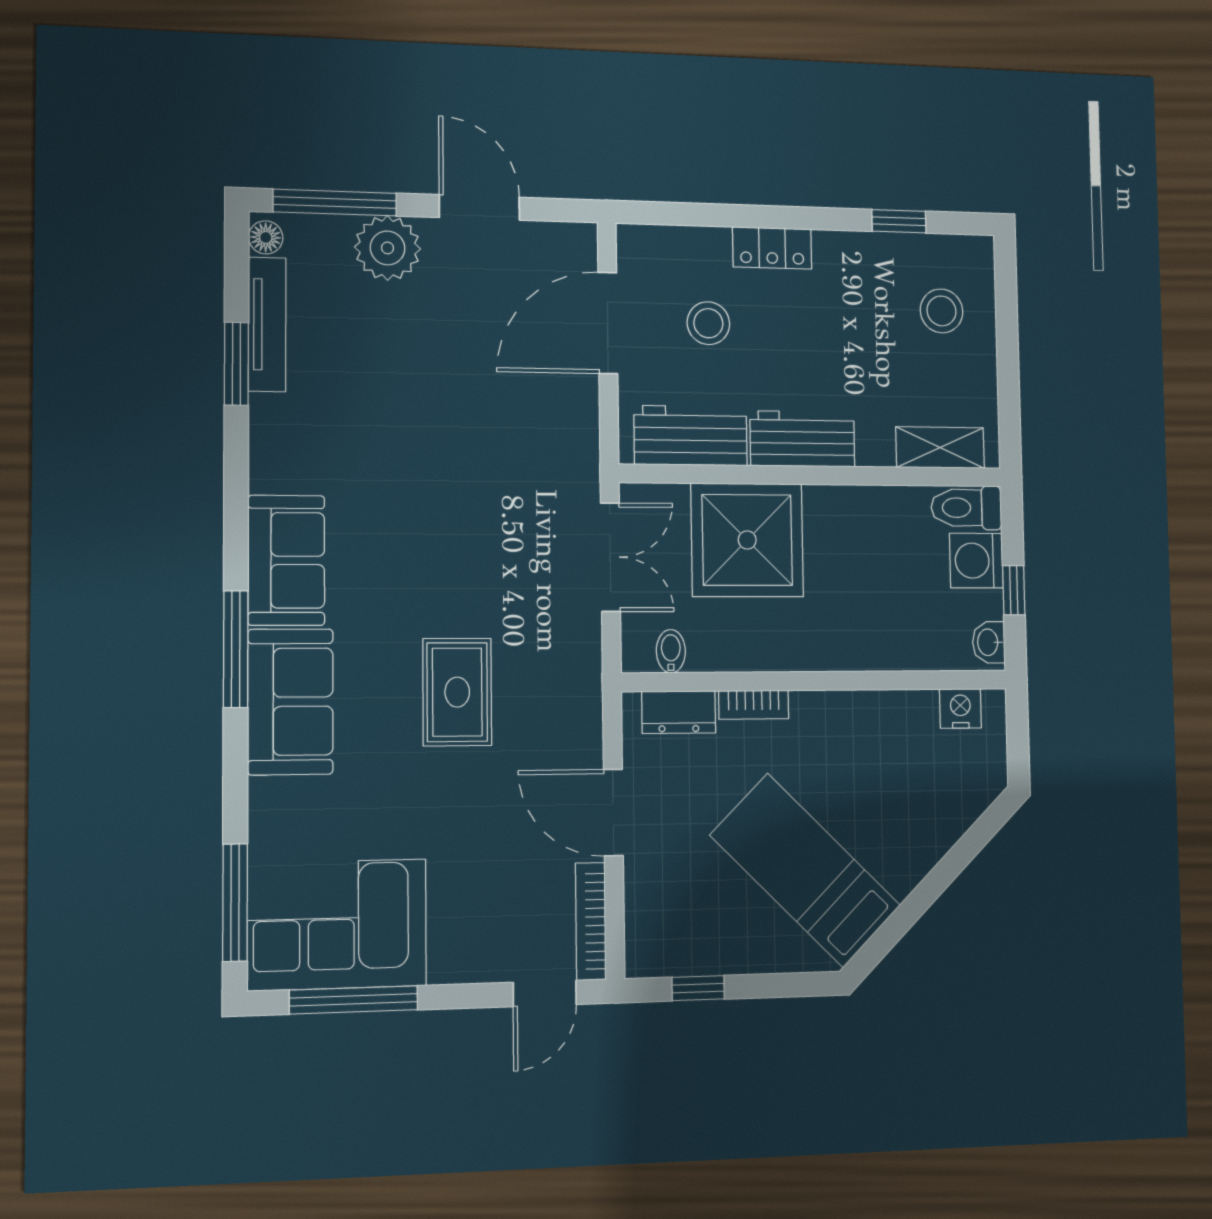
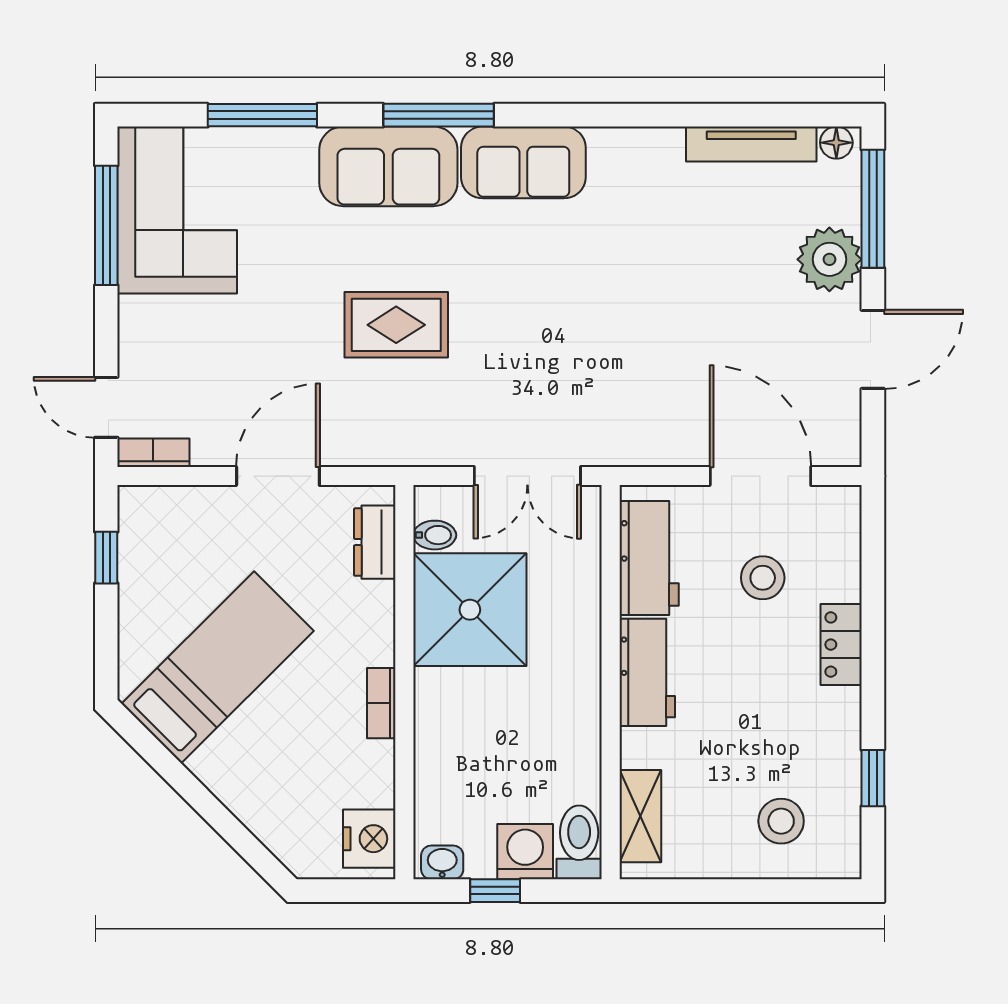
window: (236, 364) -> (712, 115), removed
shower: (747, 540) -> (470, 610), moved
bookcase: (754, 705) -> (381, 703), moved
nightstand: (960, 708) -> (369, 839), width x1.36, depth x1.33
window: (235, 903) -> (262, 115), moved
bookcase: (591, 921) -> (153, 453), width x0.64

